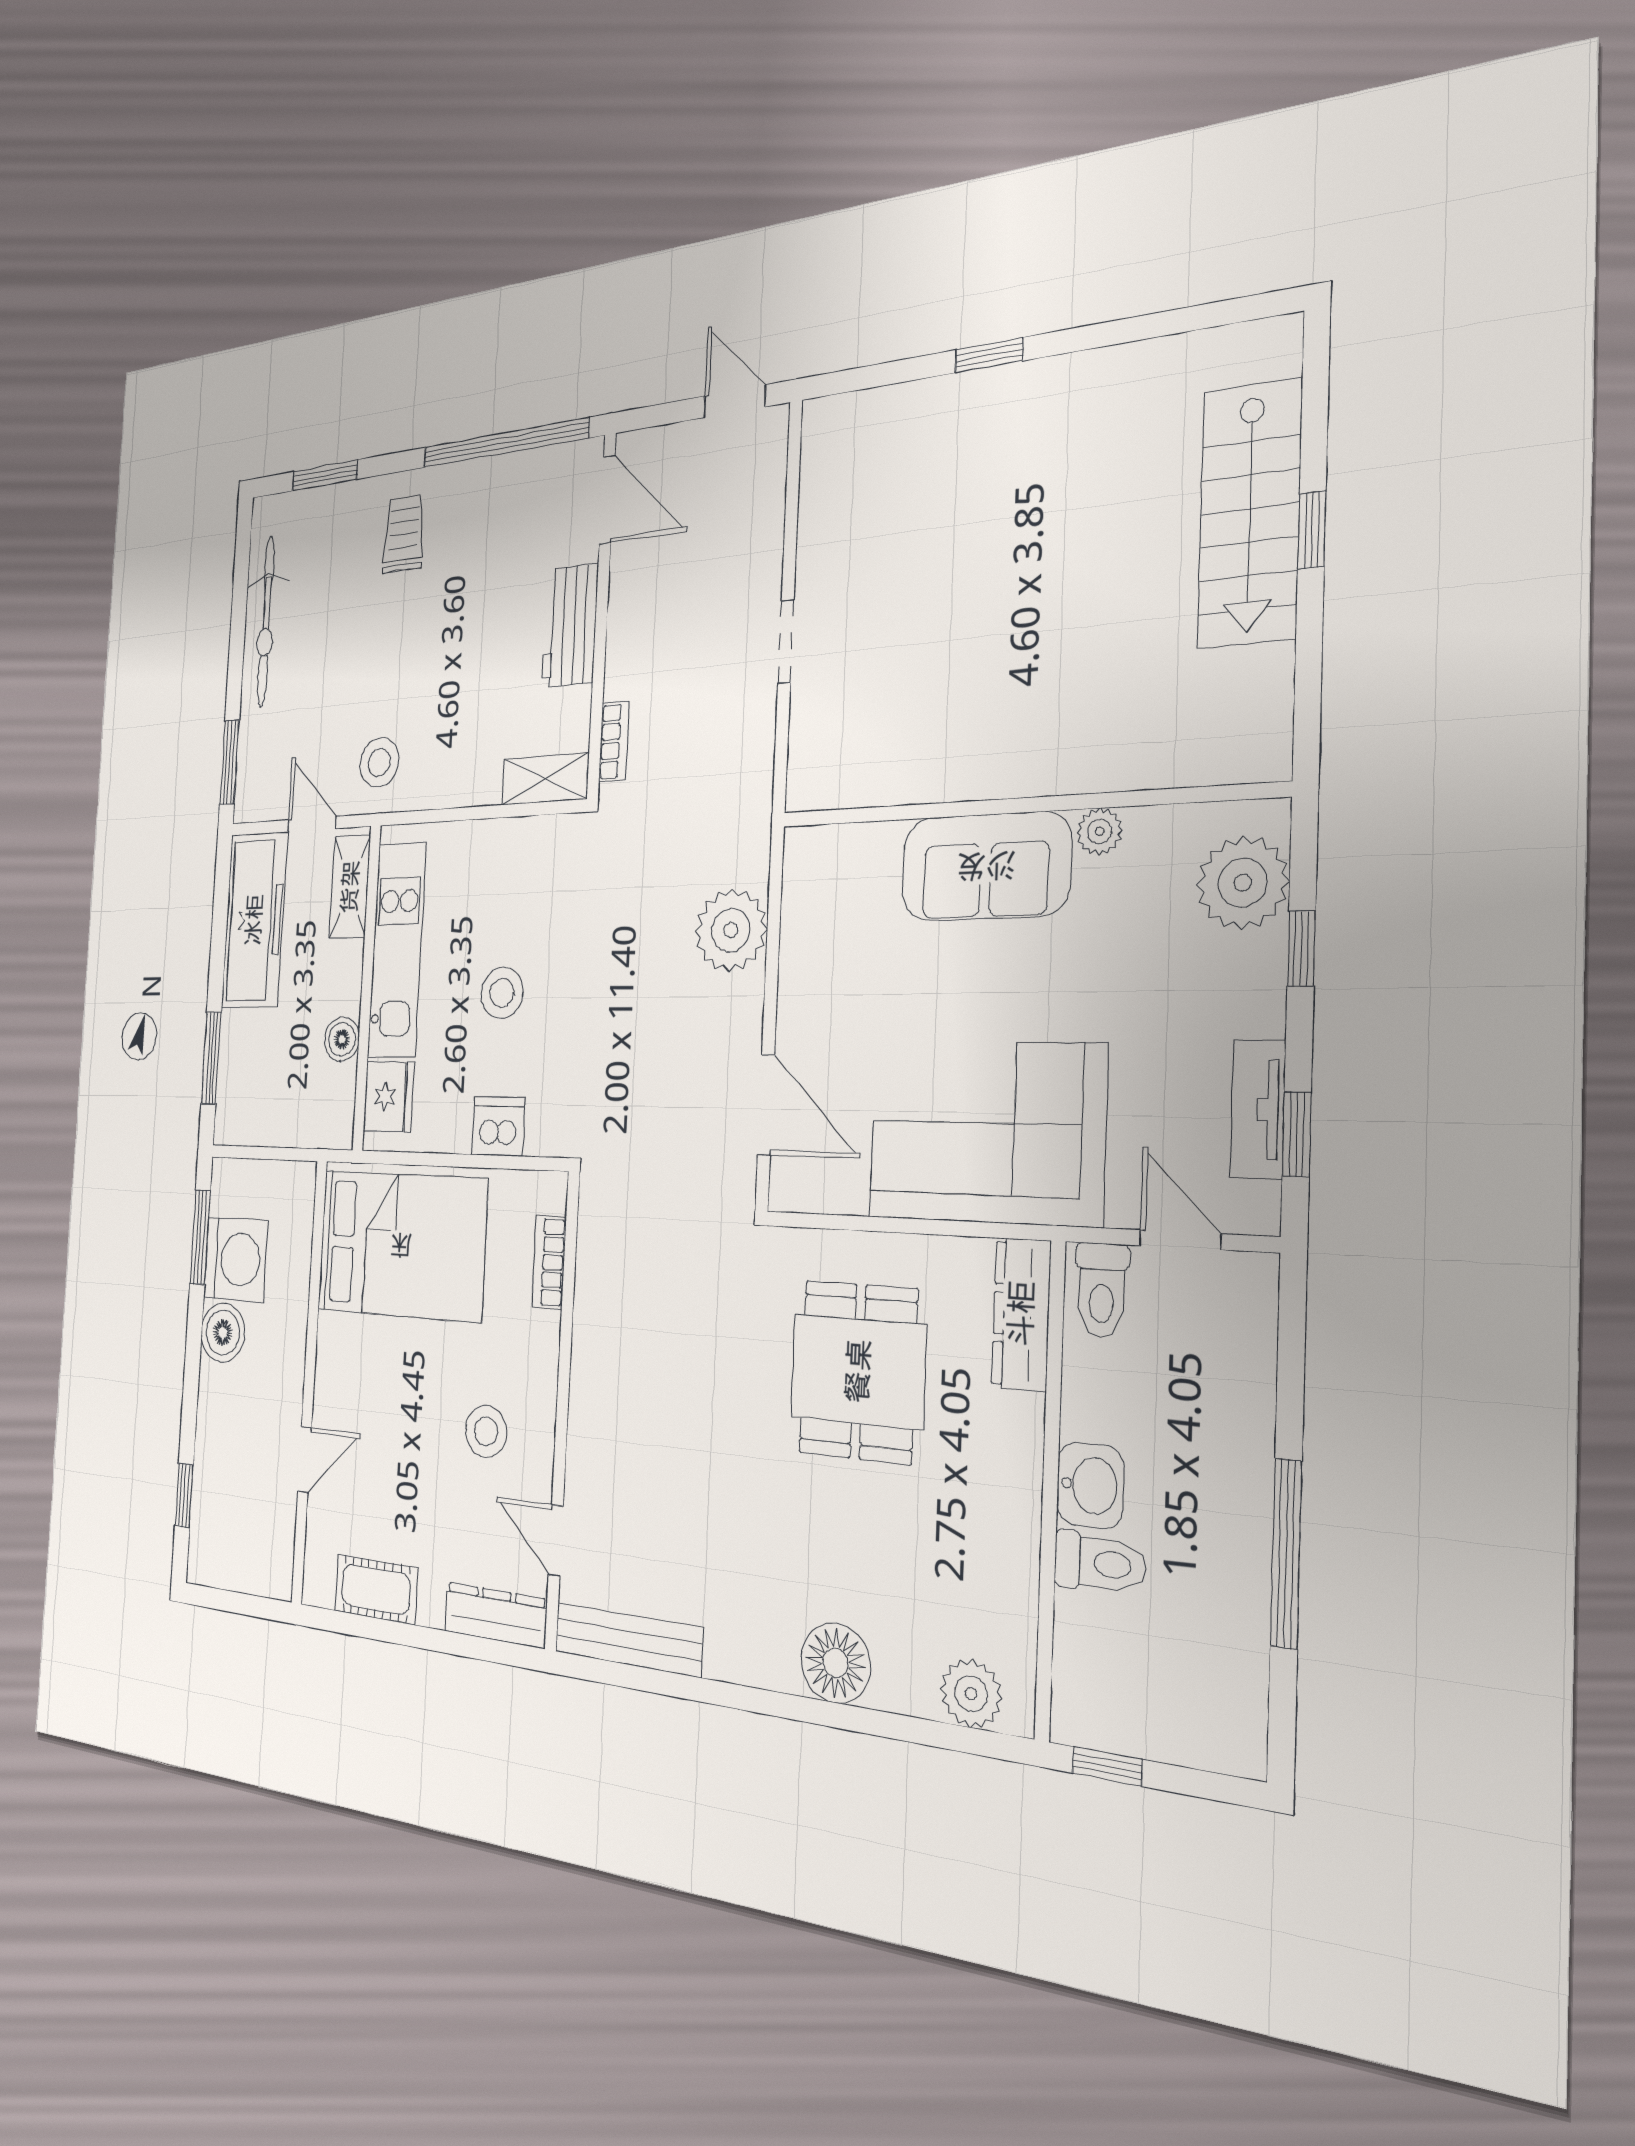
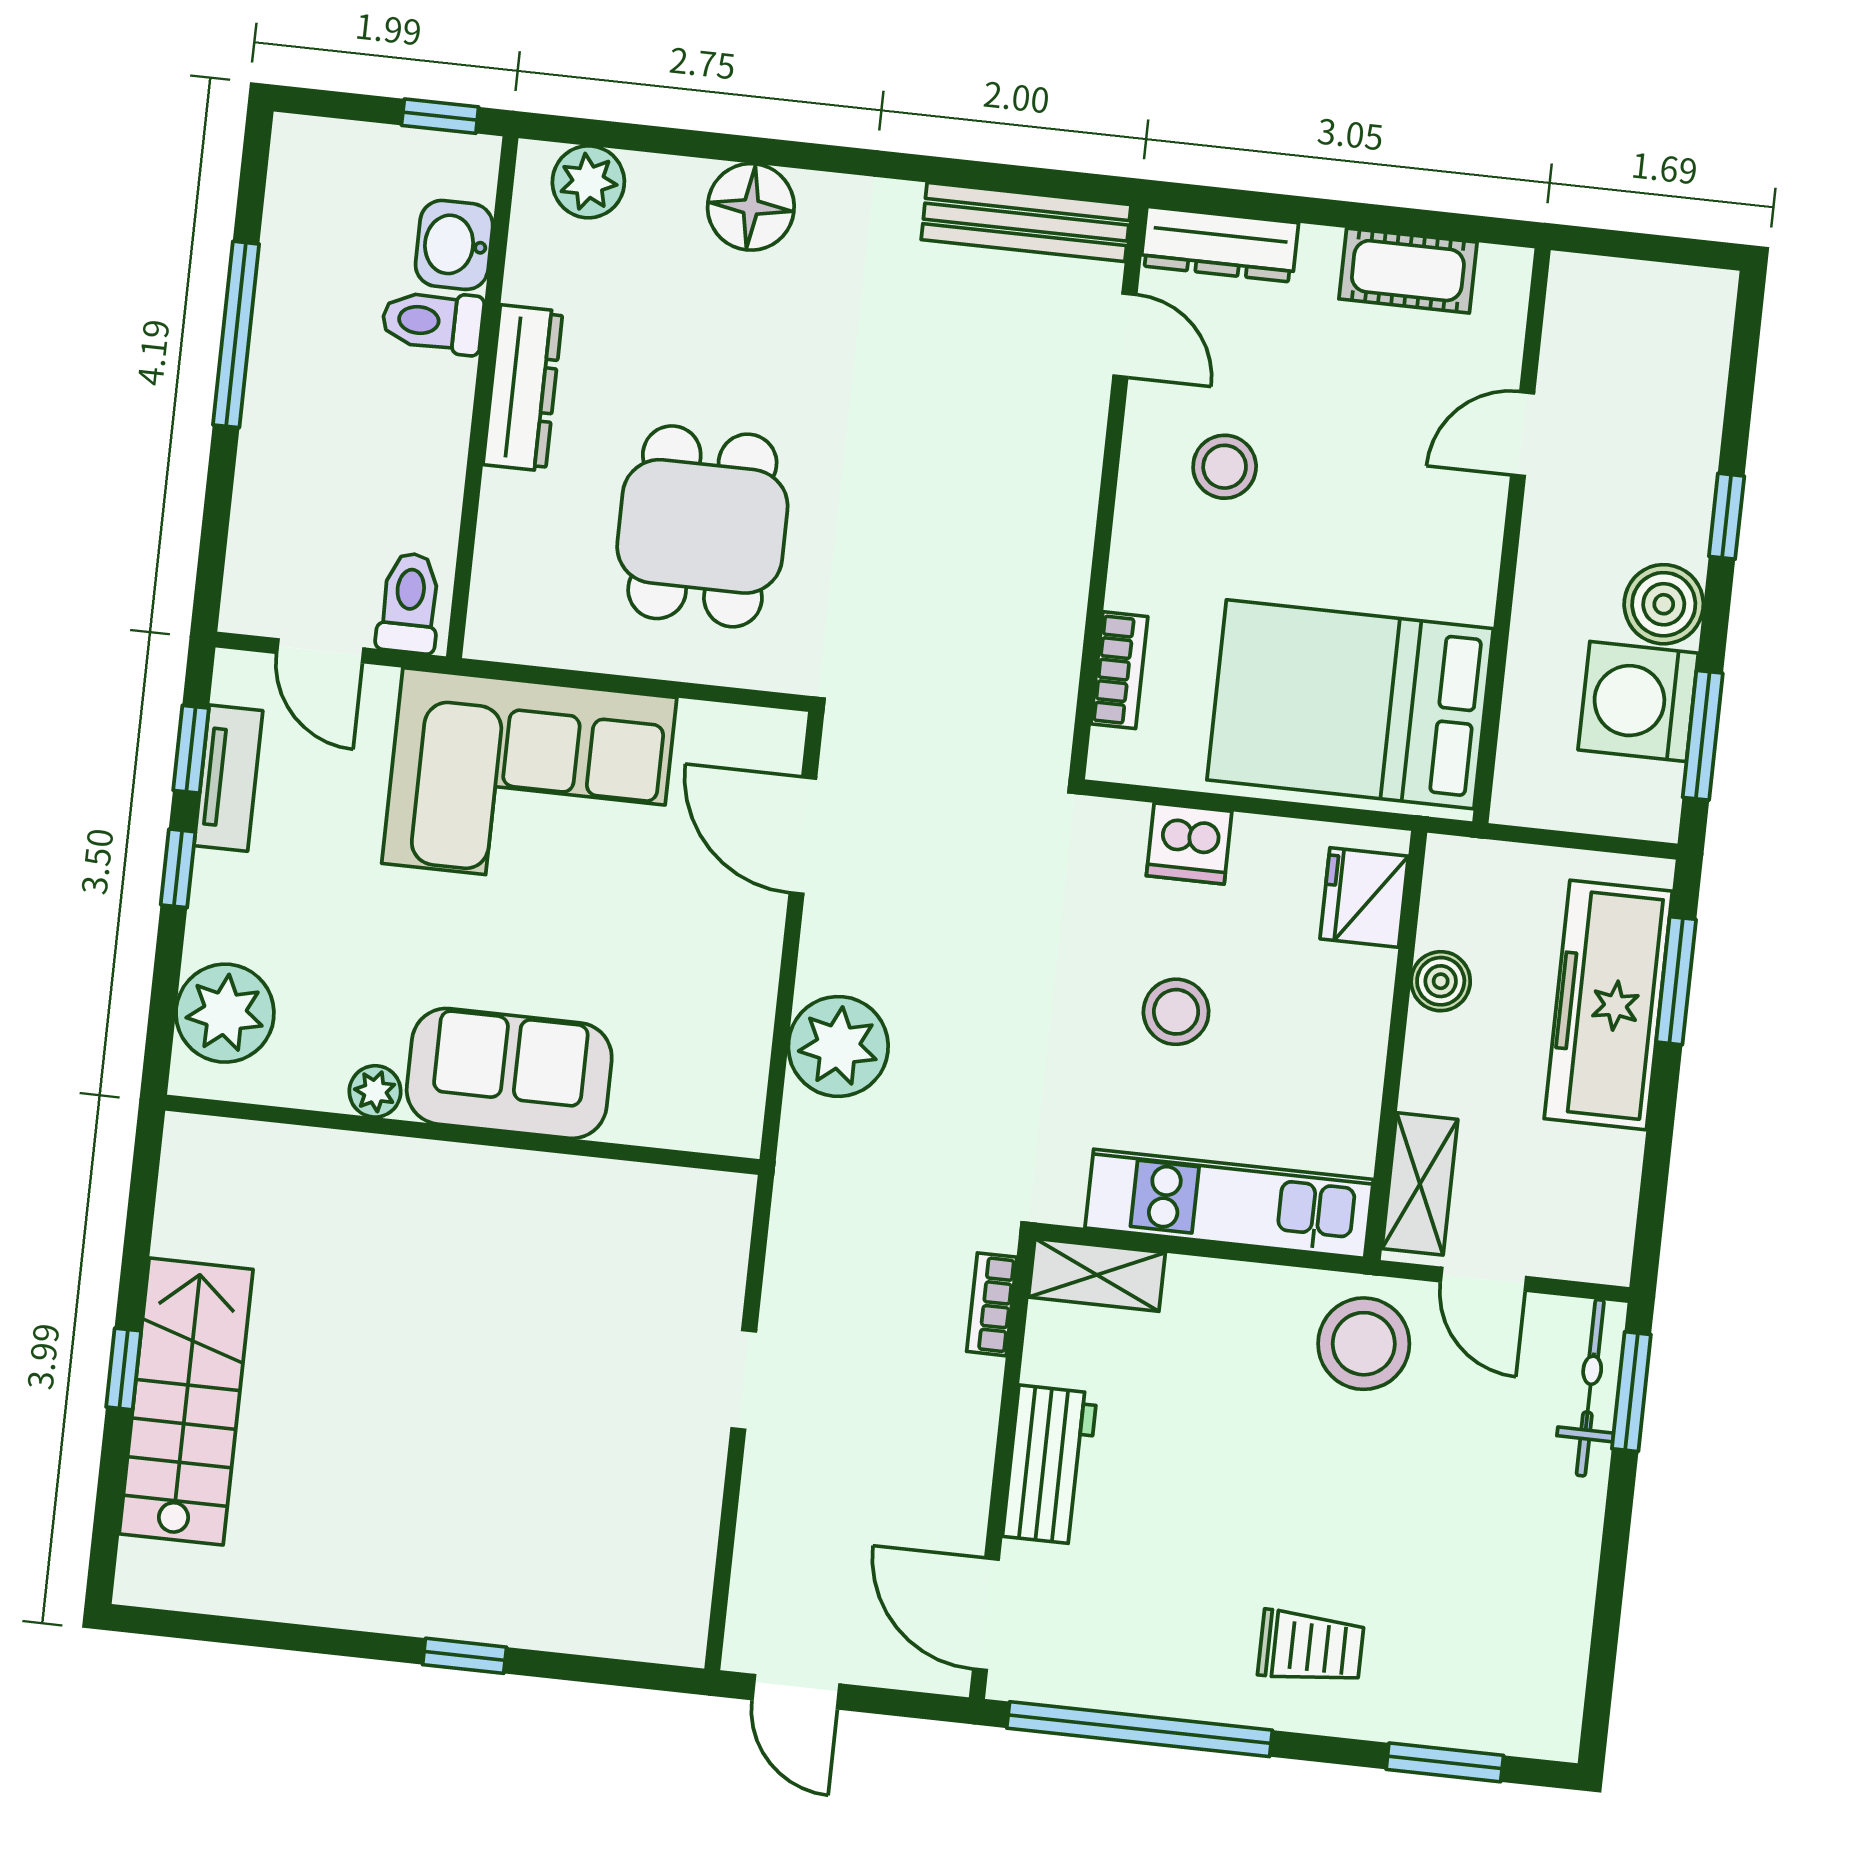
trolley: (404, 534) -> (1311, 1647), turned -90
bicycle: (266, 622) -> (1590, 1388), moved, width x0.73, depth x0.71
stool: (379, 762) -> (1364, 1344), width x1.38, depth x1.38
freezer: (254, 920) -> (1608, 1005), moved
window: (1301, 949) -> (178, 868), moved
kitchen unit: (397, 950) -> (1229, 1204), moved, turned 90
dresser: (1021, 1314) -> (523, 388), moved
washbasin: (1090, 1485) -> (454, 245), moved
window: (184, 1495) -> (1727, 516), moved

